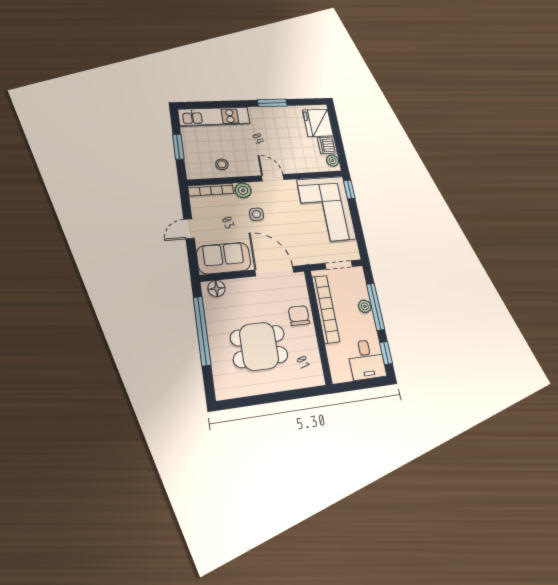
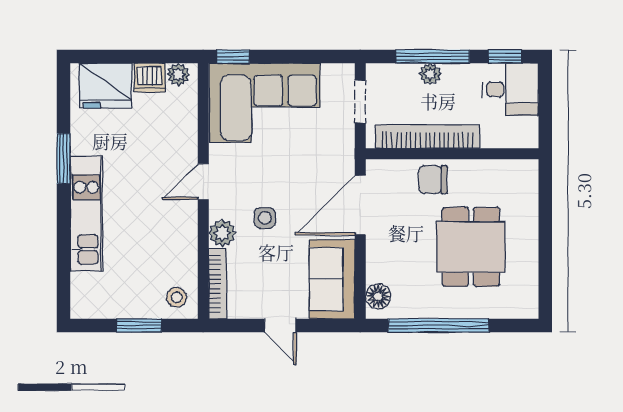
kitchen unit: (214, 117) -> (86, 214), moved
stool: (222, 164) -> (177, 297), moved

